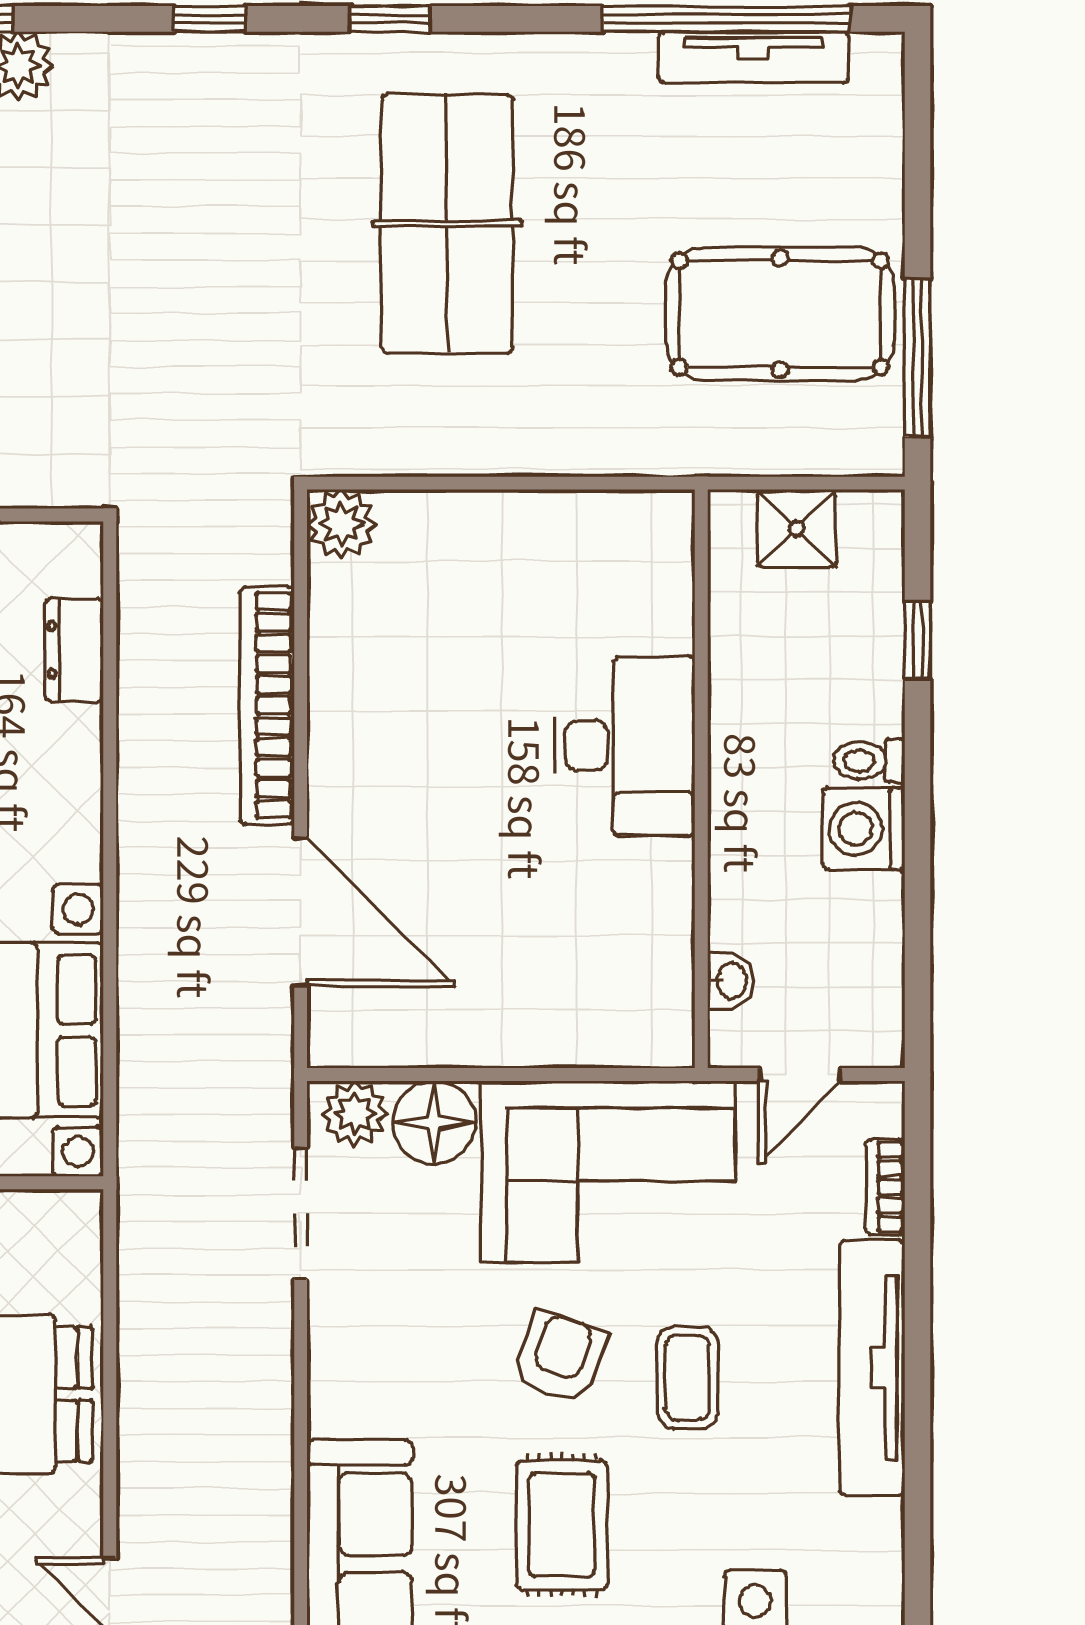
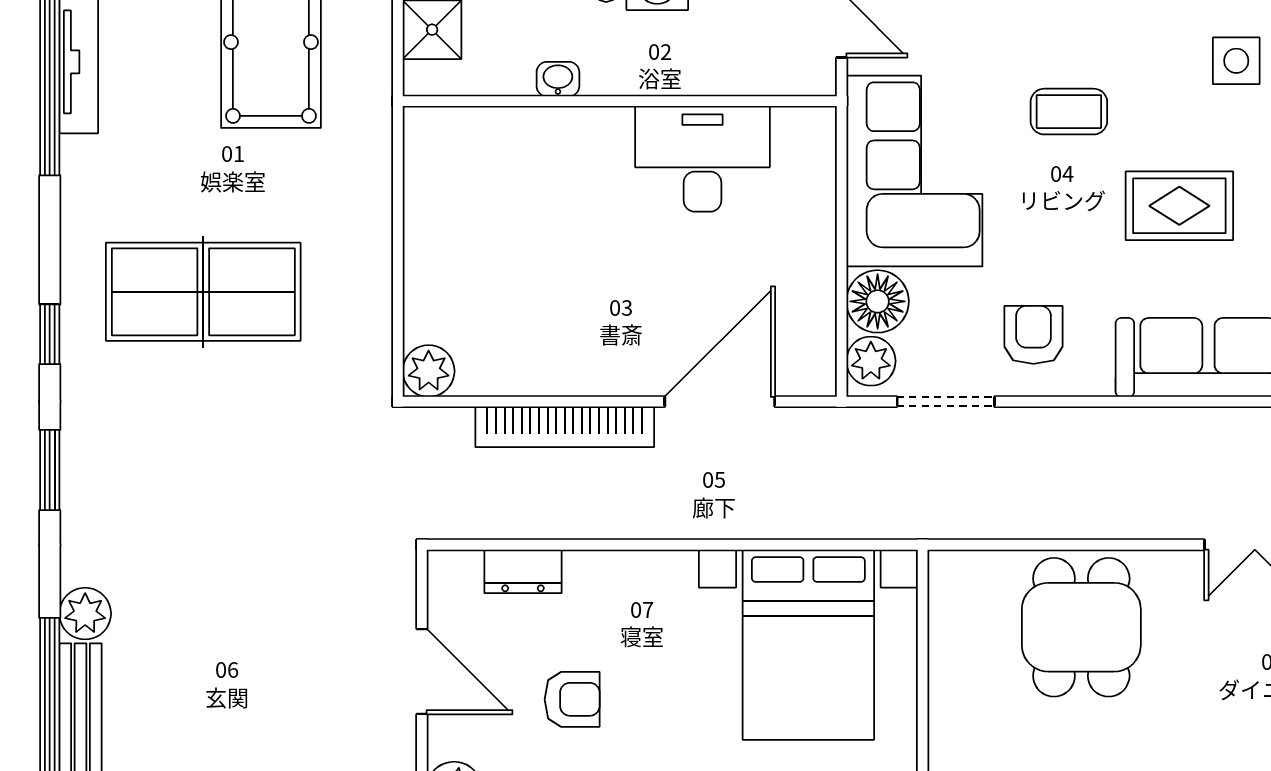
window: (210, 19) -> (50, 470), width x1.50
desk: (624, 746) -> (702, 159), moved
washbasin: (731, 981) -> (558, 79), moved
armchair: (560, 1357) -> (1033, 335), moved, turned 71

